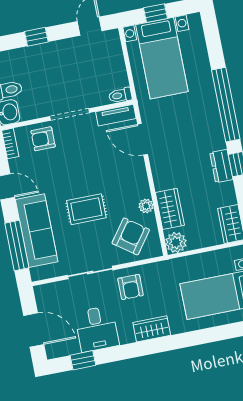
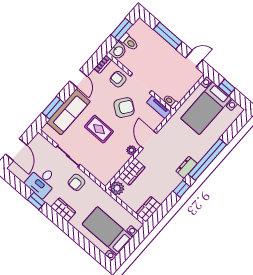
window: (36, 37) -> (168, 36), width x2.17
door: (143, 139) -> (149, 140), moved
dresser: (221, 166) -> (187, 167), moved
plant: (146, 206) -> (131, 150), moved
armchair: (131, 236) -> (124, 108), moved
window: (17, 246) -> (53, 108), width x0.69
window: (83, 360) -> (36, 201), moved

